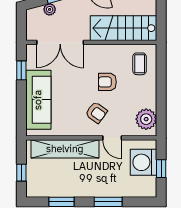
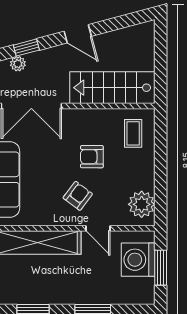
armchair: (96, 113) -> (78, 196), turned -89
window: (161, 169) -> (161, 268), width x1.50

